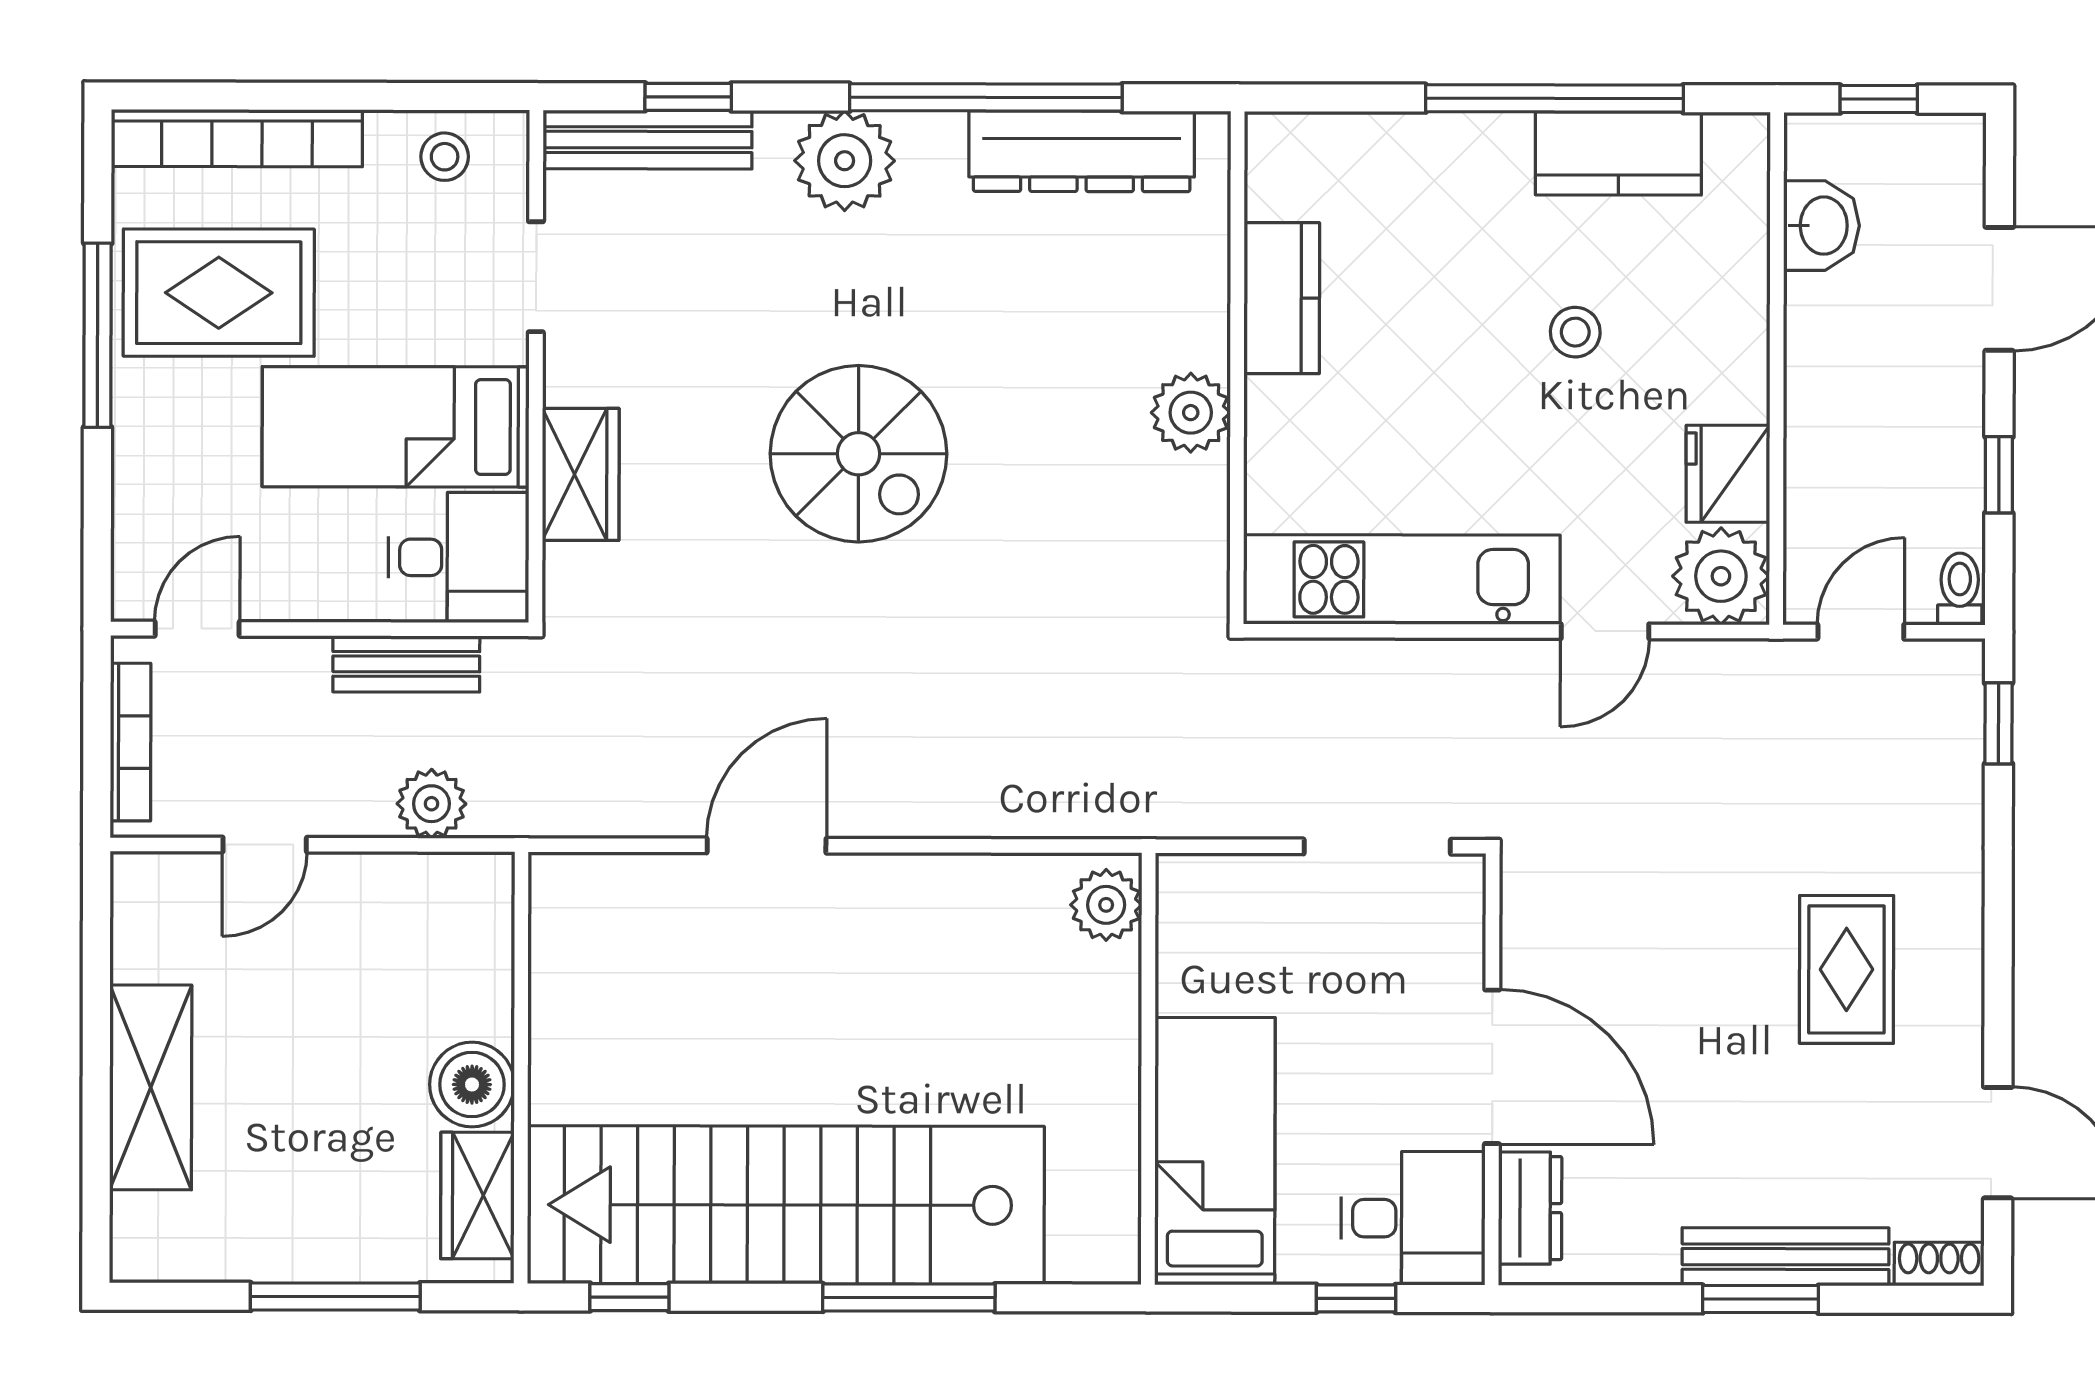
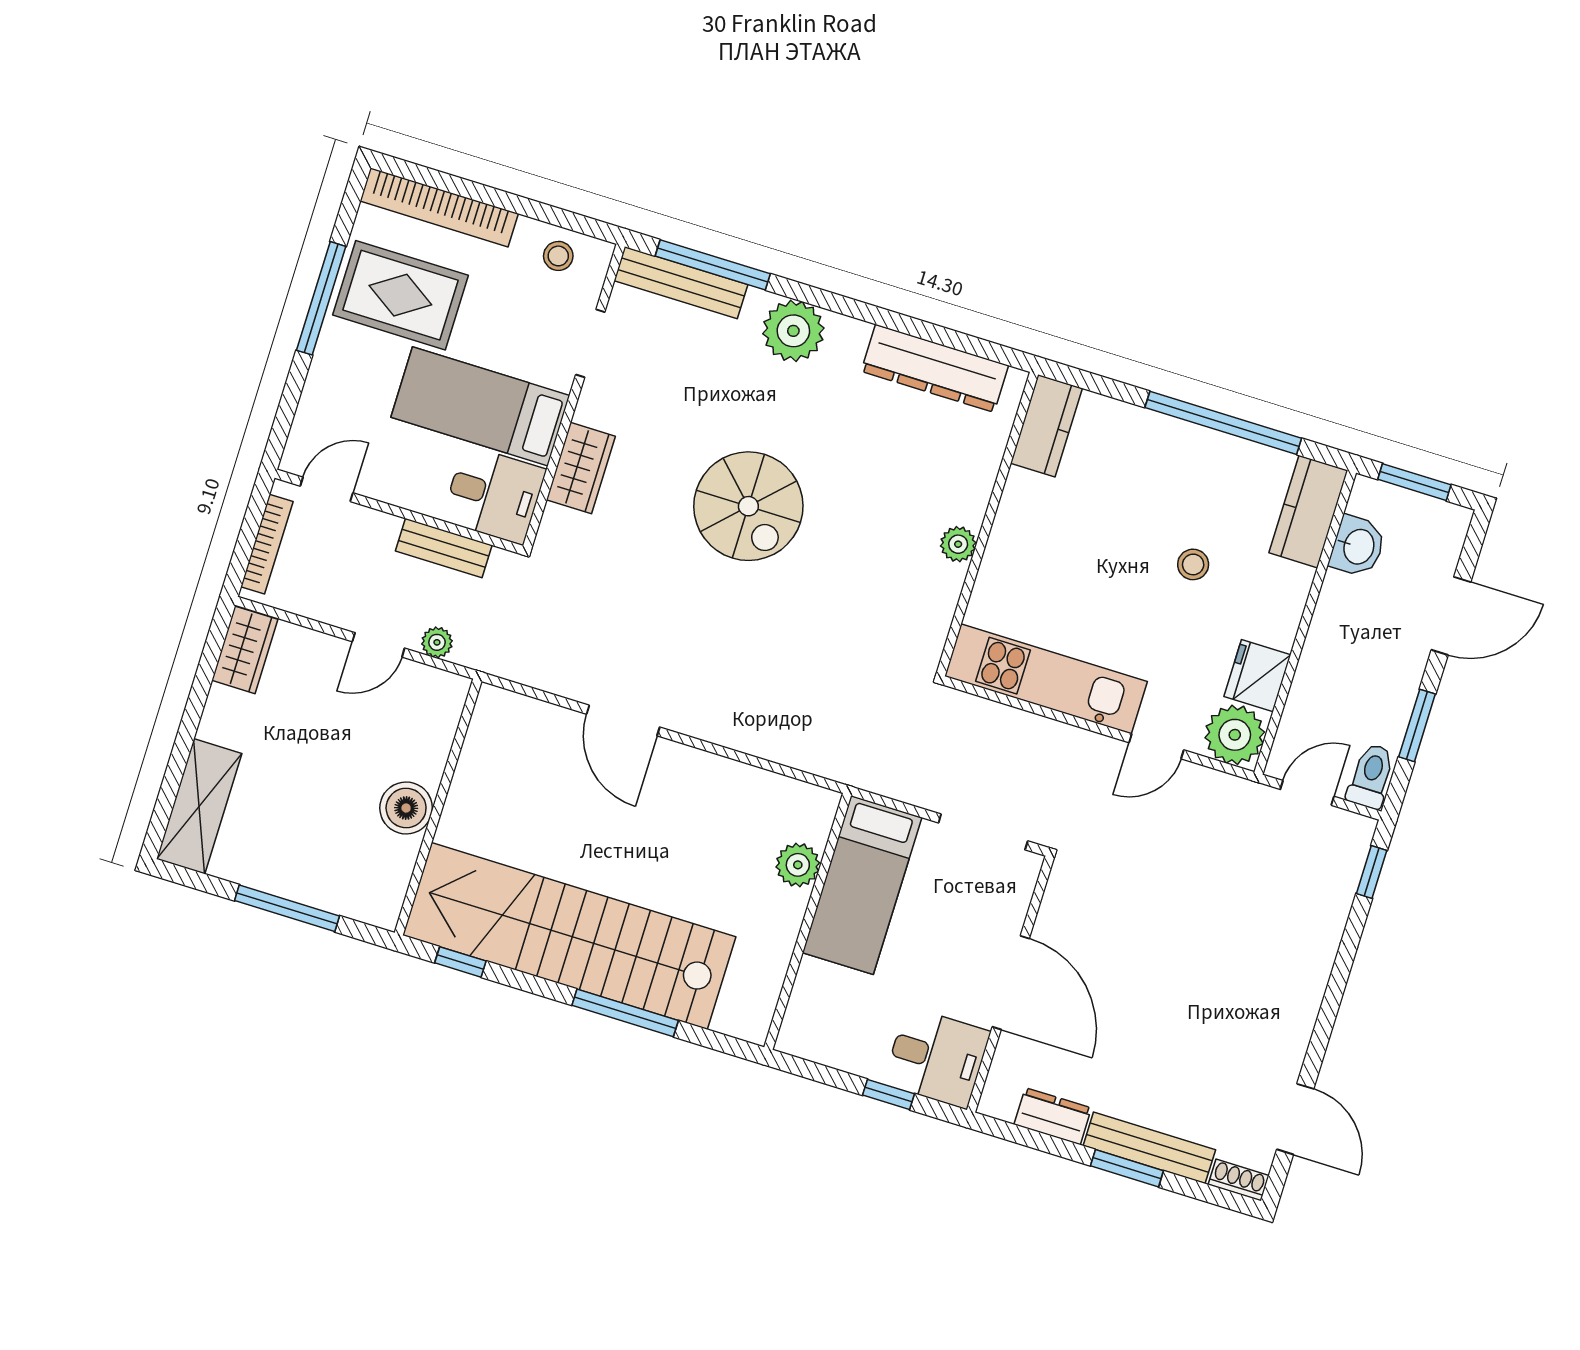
window: (688, 97) -> (713, 265), width x2.17
window: (986, 97) -> (888, 319), removed
window: (1879, 99) -> (1414, 482), width x1.50
kitchen counter: (1618, 154) -> (1308, 512), moved, turned 90
kitchen counter: (1282, 298) -> (1046, 426), moved
plant: (1191, 413) -> (958, 544), width x0.73, depth x0.73
window: (1999, 475) -> (1417, 725), width x1.50
toilet: (1960, 589) -> (1371, 776), width x1.37, depth x1.39
plant: (431, 804) -> (437, 642), width x0.73, depth x0.73
door: (265, 845) -> (378, 645), moved
door: (767, 846) -> (623, 721), swing flipped
plant: (1106, 905) -> (798, 865), moved
rug: (1846, 969) -> (1237, 989), removed
shelving: (151, 1087) -> (199, 806), moved
bed: (1215, 1151) -> (862, 885), moved, turned 180
wardrobe: (477, 1196) -> (245, 650), moved, turned 180
dresser: (1530, 1208) -> (1053, 1116), moved, turned -90

